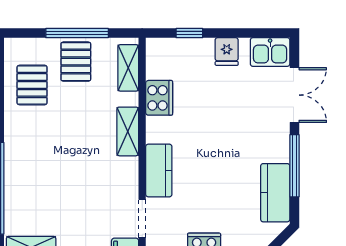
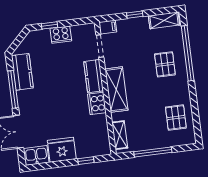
fridge: (227, 51) -> (62, 150), width x1.88, depth x1.34
pallet: (76, 62) -> (165, 64), moved
cooker: (159, 98) -> (97, 103), moved
shelving: (128, 131) -> (116, 90), width x1.50, depth x1.33

